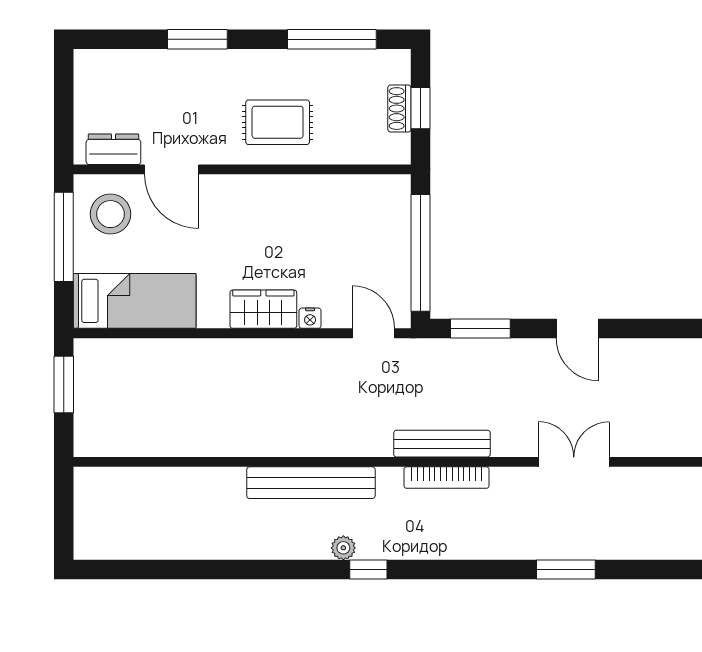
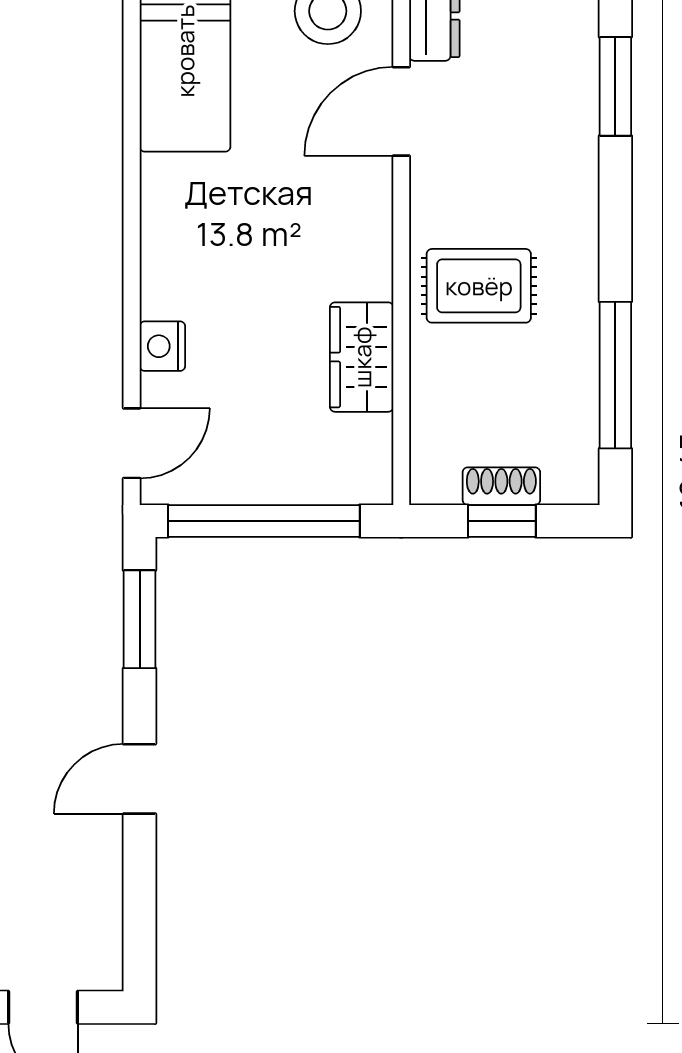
window: (197, 39) -> (615, 86), moved
rug: (278, 122) -> (479, 286), turned 90
wardrobe: (263, 309) -> (362, 357), moved, turned 180
nightstand: (310, 318) -> (162, 346), width x1.39, depth x1.35

